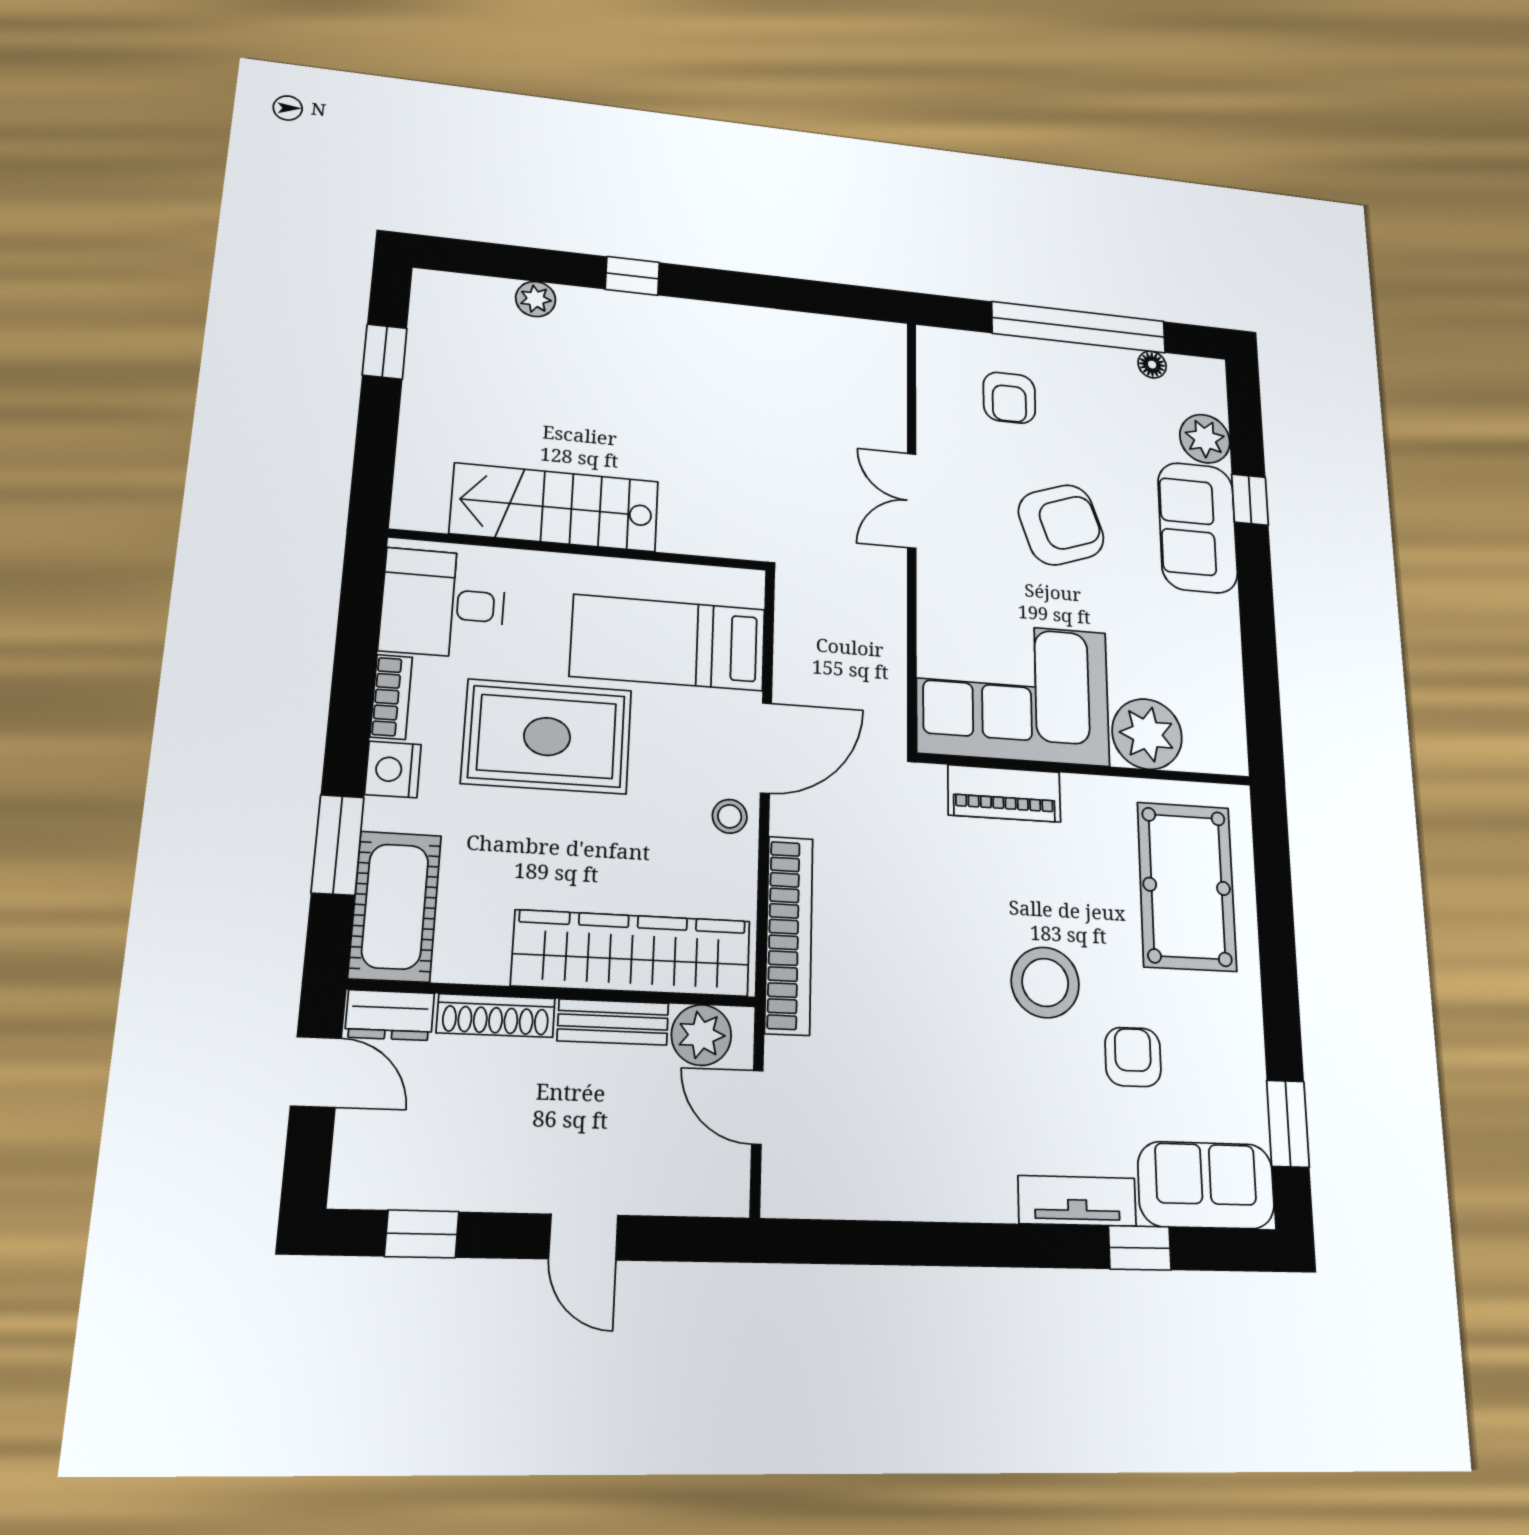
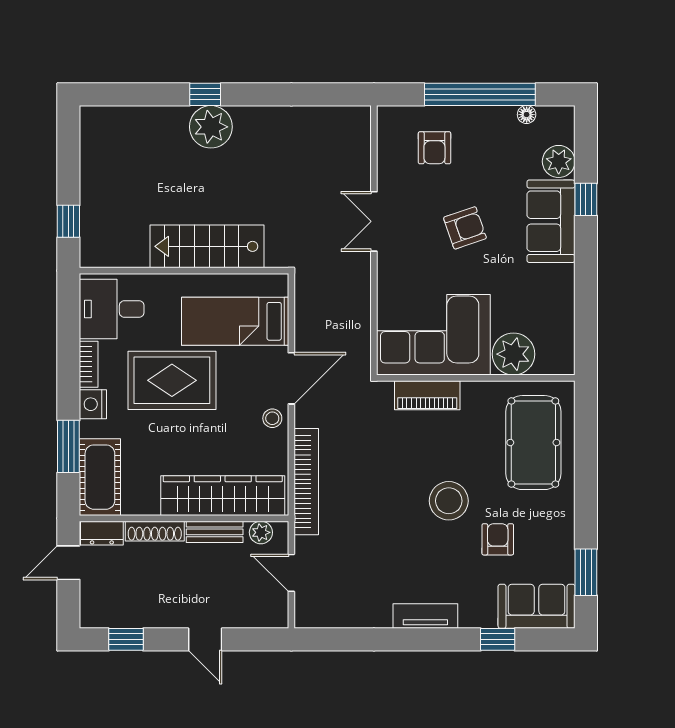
plant: (536, 299) -> (211, 127), moved, width x1.87, depth x1.87
window: (385, 352) -> (68, 221), moved
stairs: (555, 507) -> (207, 246), moved
armchair: (1061, 525) -> (465, 228), width x0.72, depth x0.72
plant: (701, 1035) -> (261, 532), width x0.73, depth x0.73
door: (316, 1072) -> (68, 563), swing flipped
tv unit: (1077, 1201) -> (425, 616), moved

